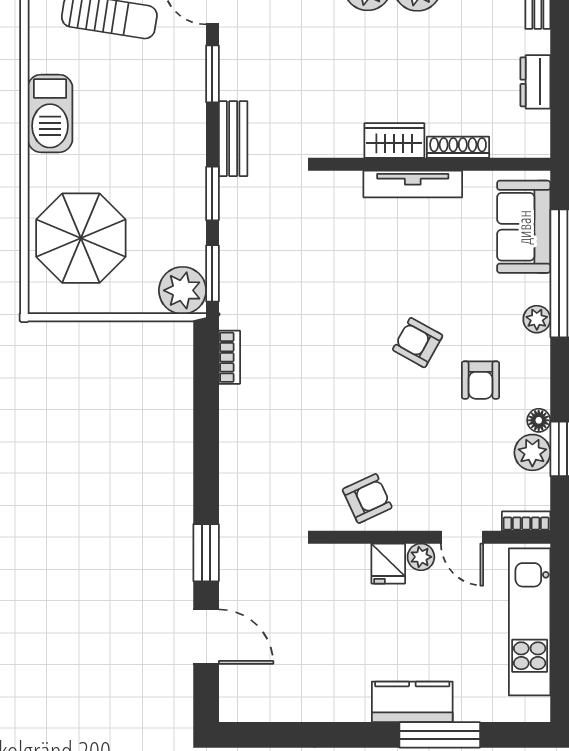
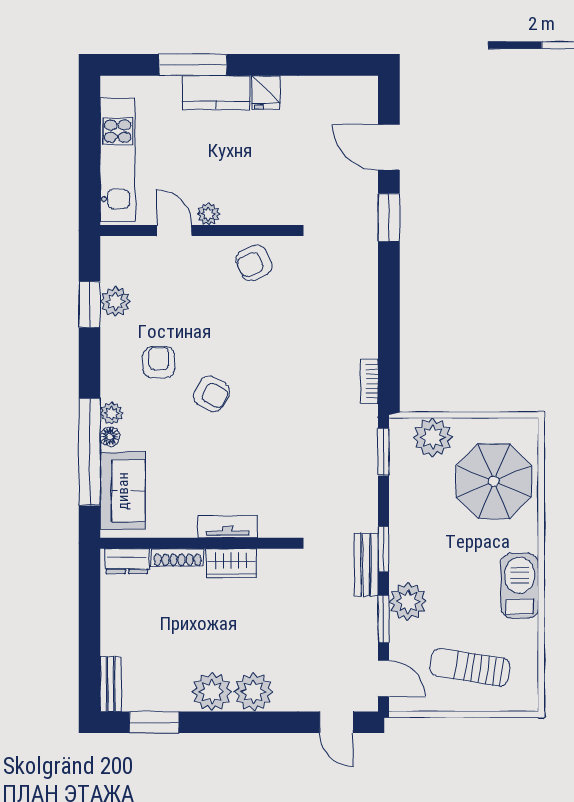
dresser: (535, 82) -> (127, 561), moved, turned 90
plant: (183, 95) -> (408, 601), added
tv unit: (413, 184) -> (228, 527), width x0.71
window: (212, 194) -> (383, 549), moved
plant: (182, 290) -> (433, 437), moved
floor lamp: (539, 420) -> (110, 437), moved
bookcase: (526, 521) -> (120, 244), removed
fridge: (388, 564) -> (266, 92), moved, turned 180

